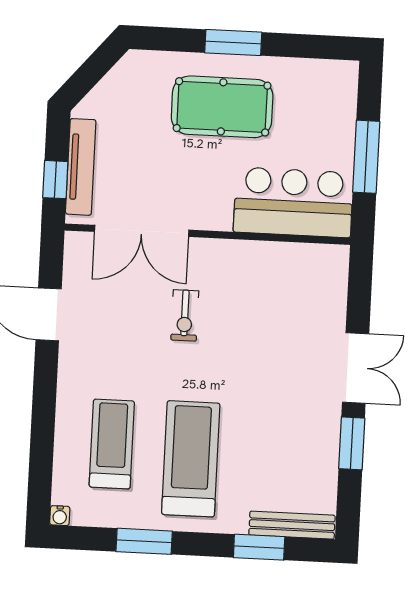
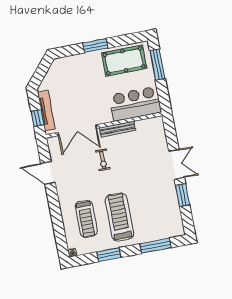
pool table: (222, 107) -> (124, 61), moved
window: (366, 157) -> (157, 65), moved
treadmill: (112, 444) -> (86, 219), turned 180
bench: (292, 525) -> (118, 129), moved
window: (259, 547) -> (156, 246), width x1.44

